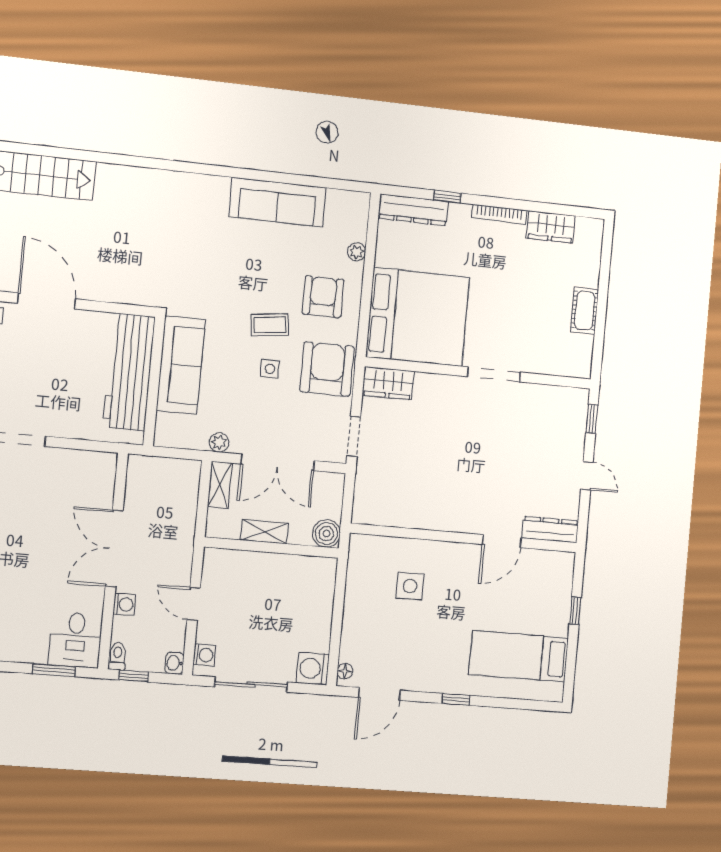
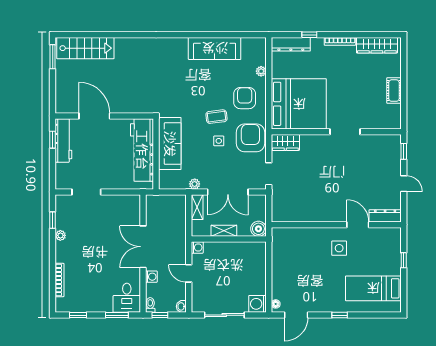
wardrobe: (551, 227) -> (377, 45), width x1.50
door: (502, 541) -> (358, 225), swing flipped
side table: (410, 586) -> (339, 248), moved
washing machine: (204, 655) -> (197, 247), moved

